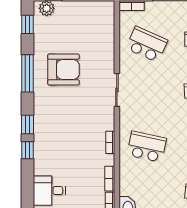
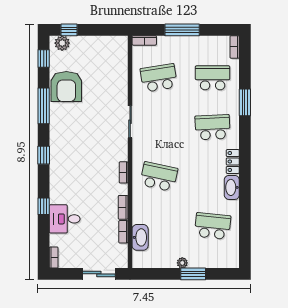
school desk: (147, 44) -> (159, 78), turned -33
armchair: (63, 69) -> (66, 87), moved, turned 90
window: (27, 150) -> (44, 206), moved

